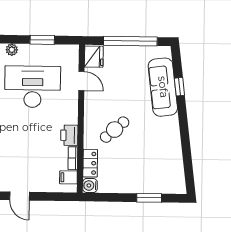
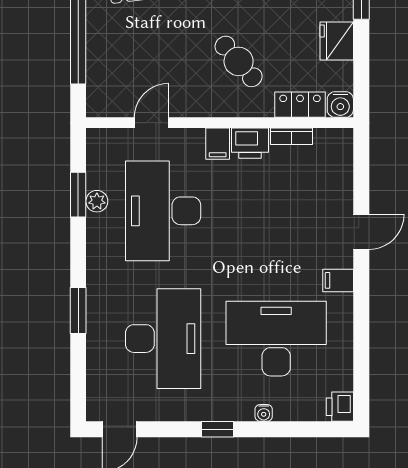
plant: (12, 50) -> (97, 201), moved
fridge: (94, 57) -> (337, 41), moved, turned -90
filing cabinet: (68, 177) -> (218, 144), moved

